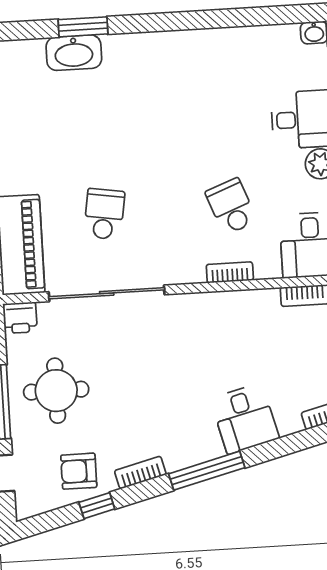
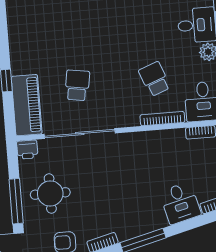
bookcase: (230, 272) -> (162, 119), width x1.56
desk: (245, 419) -> (180, 203), moved

